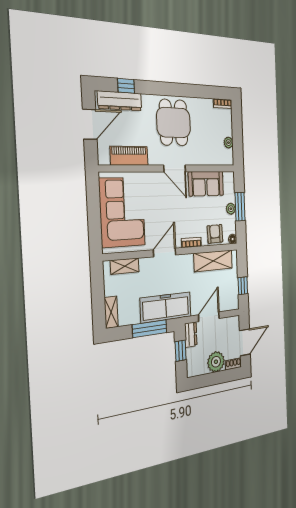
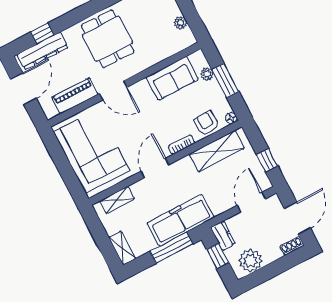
door: (175, 168) -> (113, 90), moved
plant: (231, 209) -> (207, 74), moved
door: (209, 317) -> (251, 202), moved
plant: (216, 362) -> (250, 261), moved

